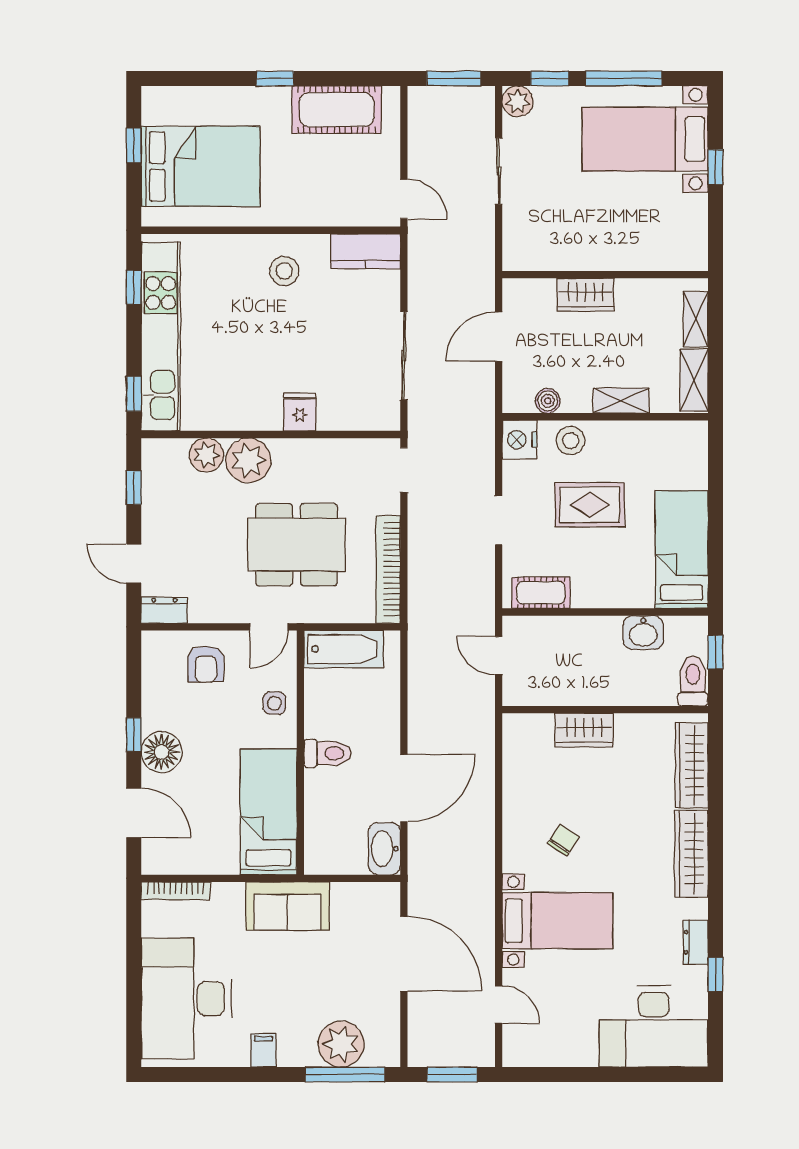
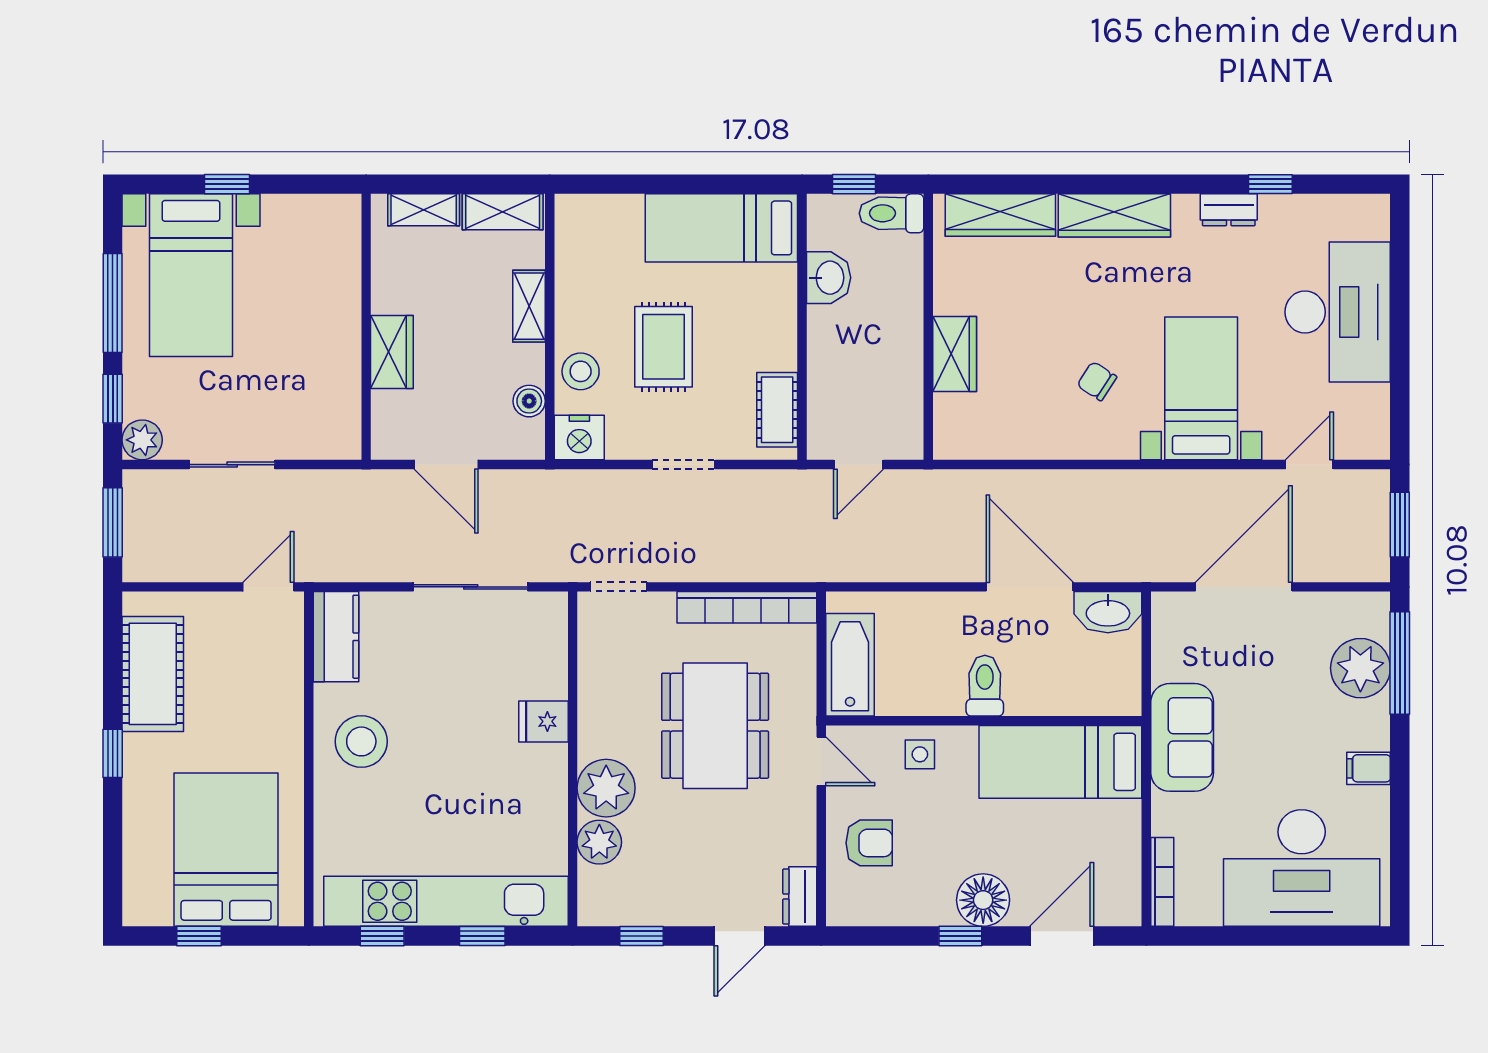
stool: (284, 271) -> (361, 741), width x1.38, depth x1.38
window: (134, 394) -> (482, 936), moved
desk: (654, 1026) -> (1338, 312), moved

